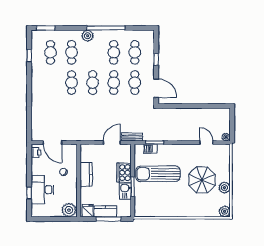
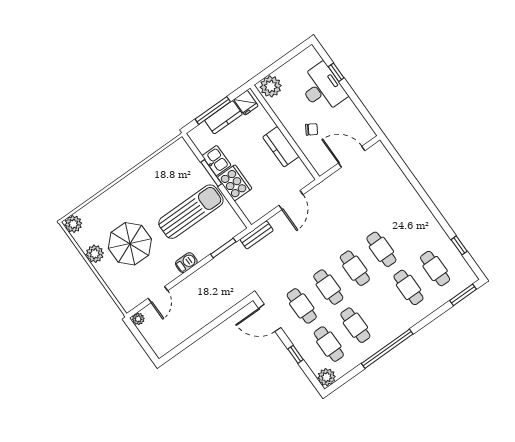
plant: (88, 36) -> (327, 377), moved
door: (112, 143) -> (291, 200), moved
door: (206, 143) -> (158, 295), hinge flipped
barbecue: (151, 149) -> (186, 263), moved
printer: (36, 153) -> (364, 129), removed

